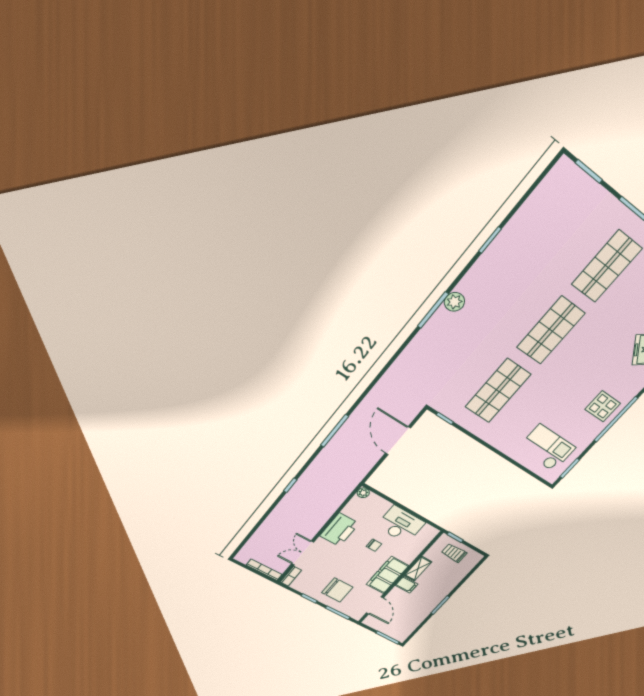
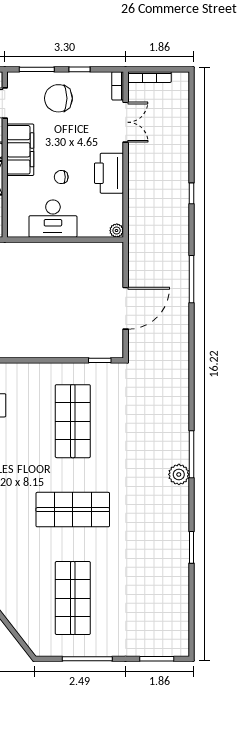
shop shelf: (551, 330) -> (73, 510), turned 90
door: (398, 441) -> (126, 308), hinge flipped

